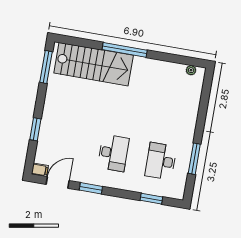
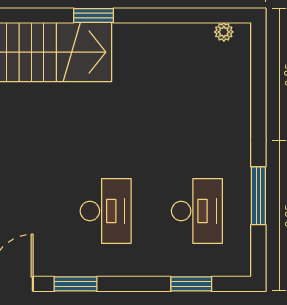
window: (125, 50) -> (93, 16), width x0.47
desk: (161, 161) -> (197, 211), turned 180

